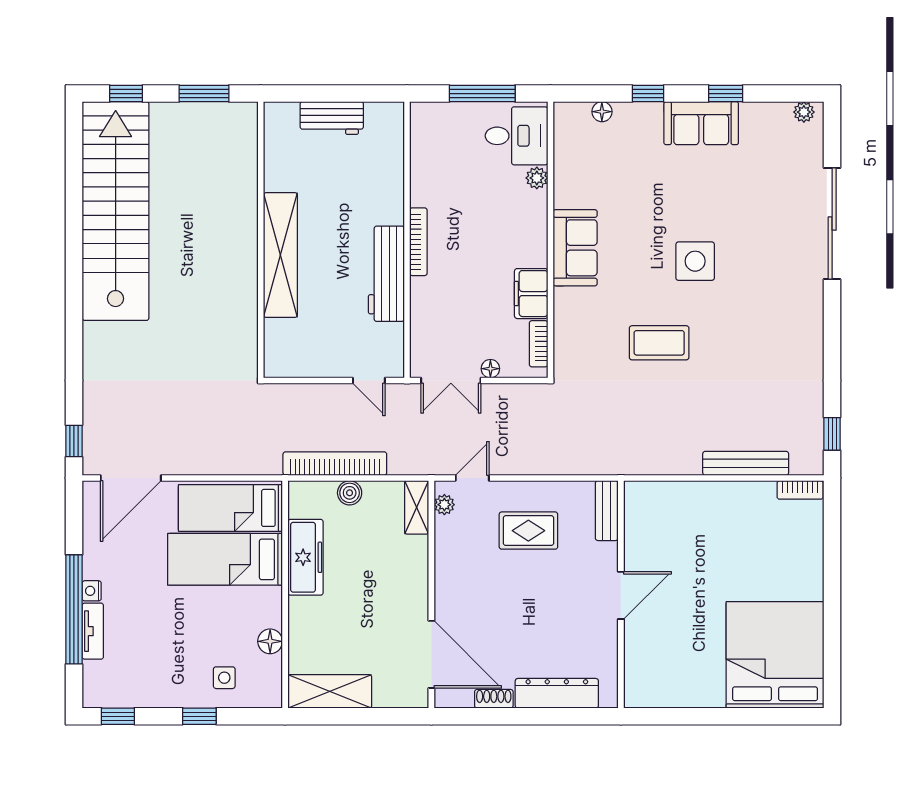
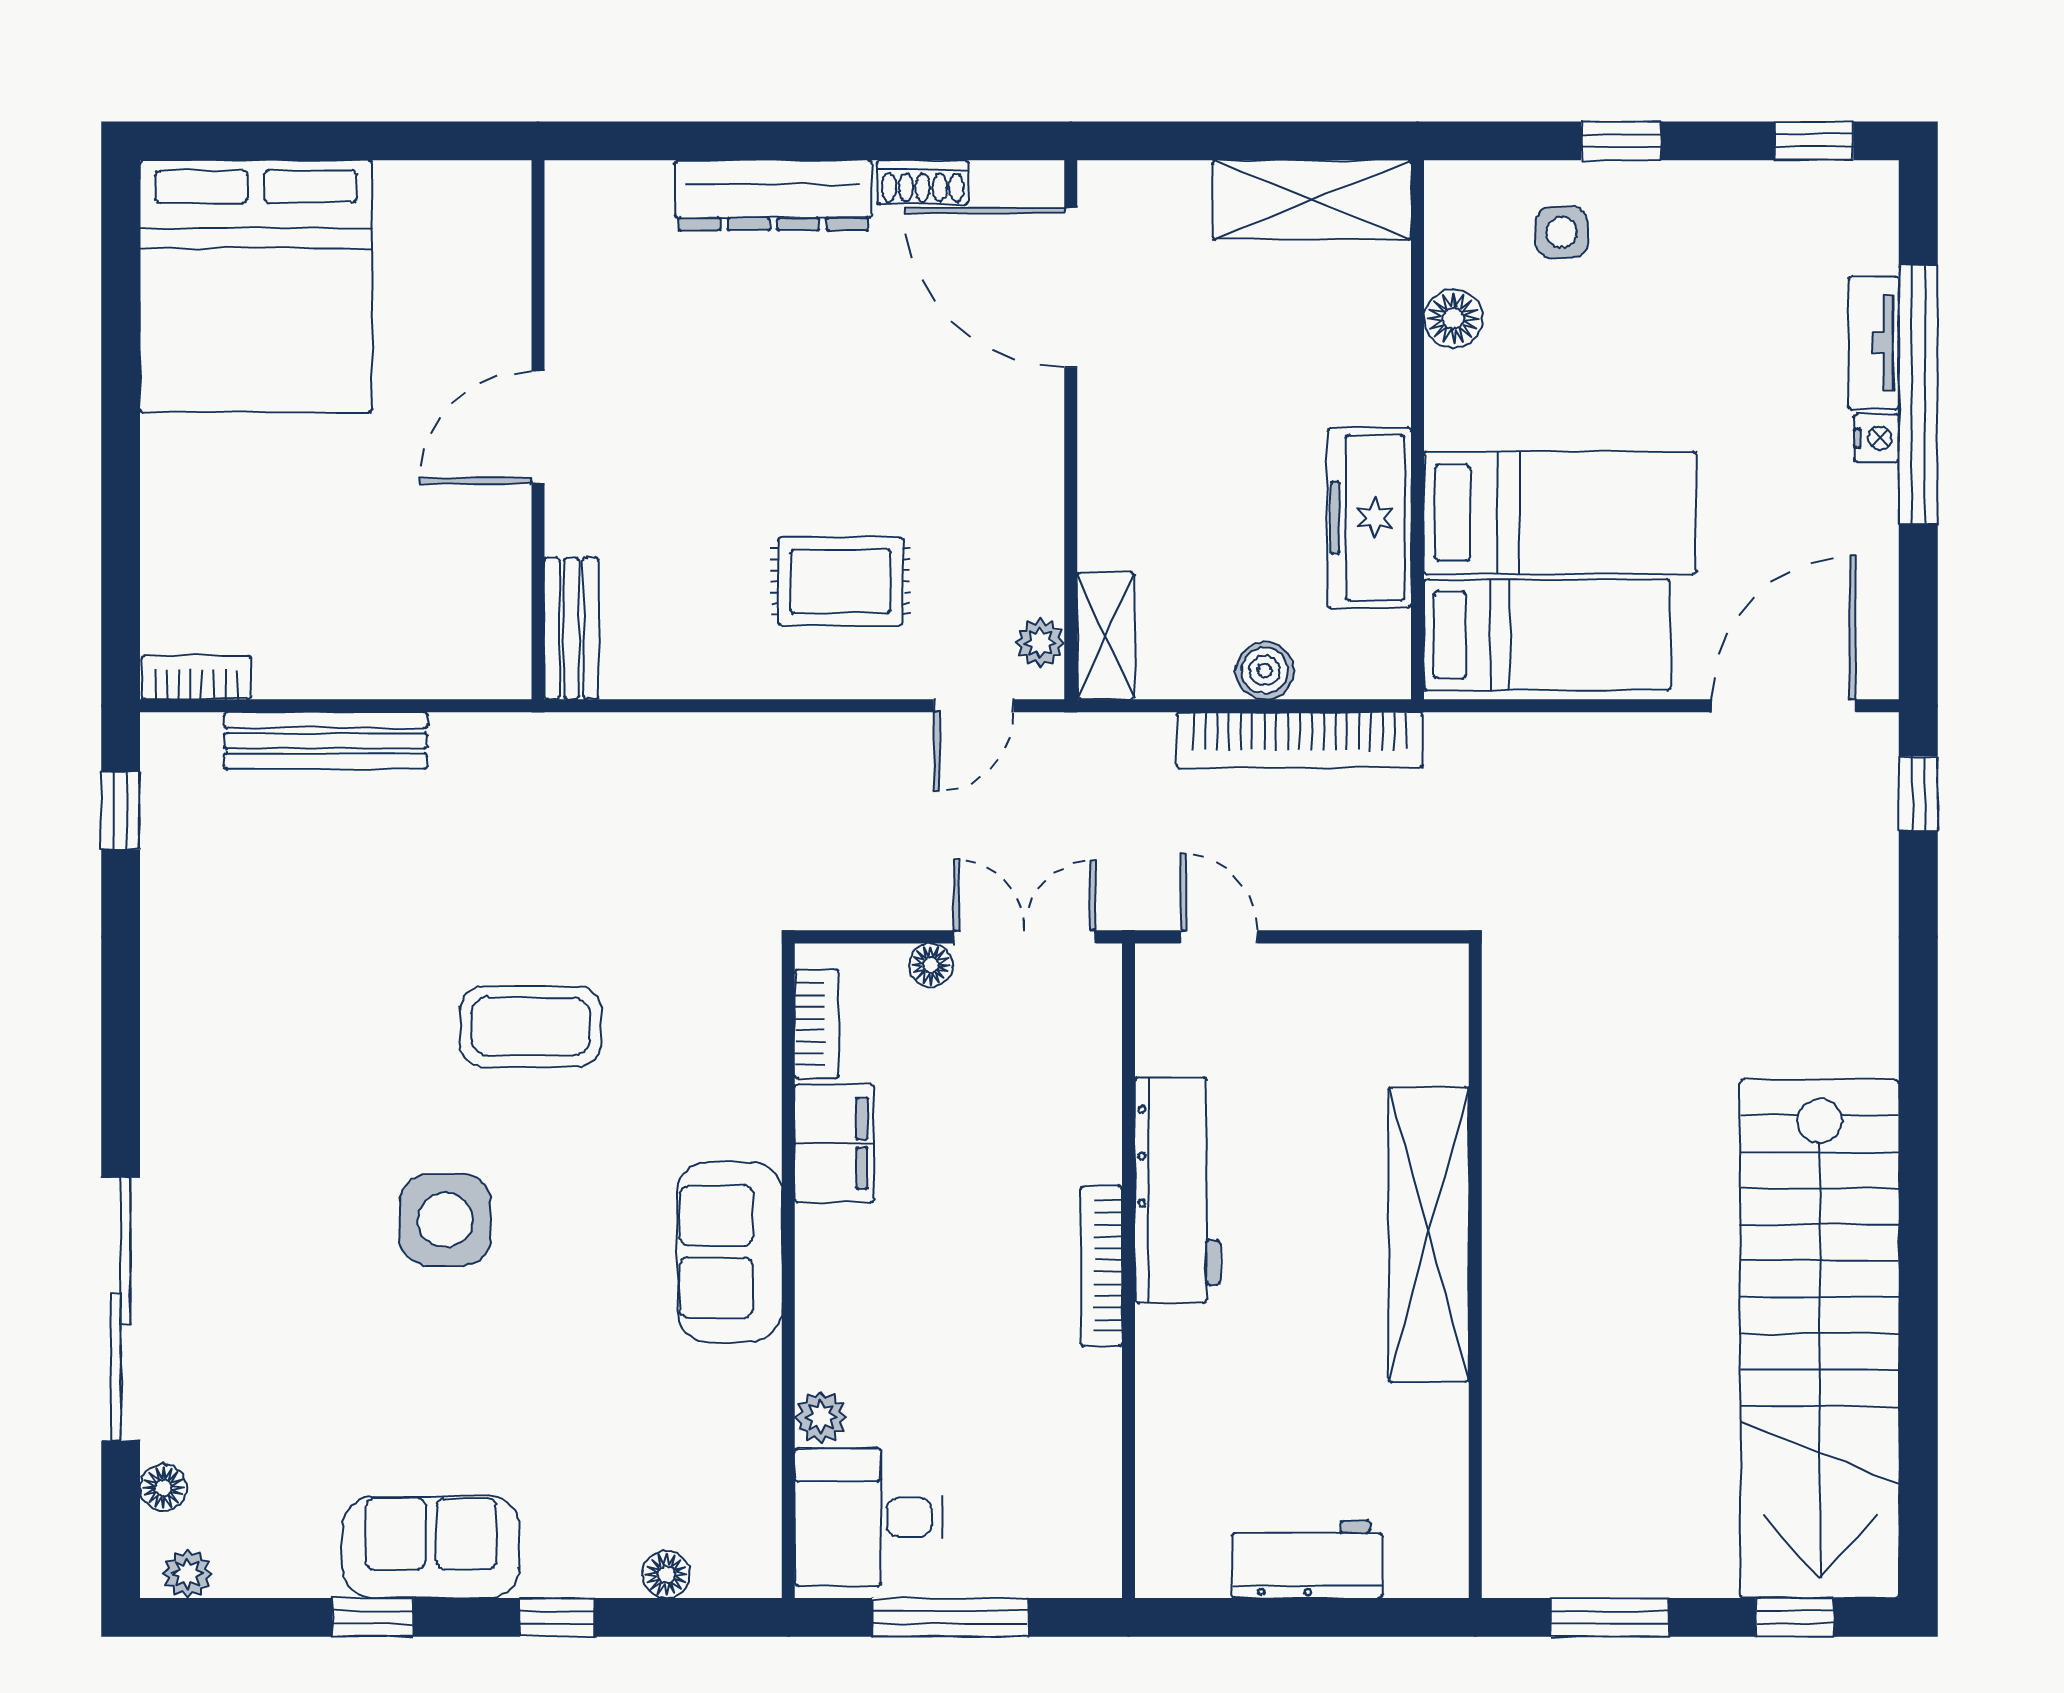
floor lamp: (814, 148) -> (163, 1488), added
bench: (607, 511) -> (571, 628), moved
wall: (621, 594) -> (538, 430), moved
door: (621, 595) -> (538, 427), moved

